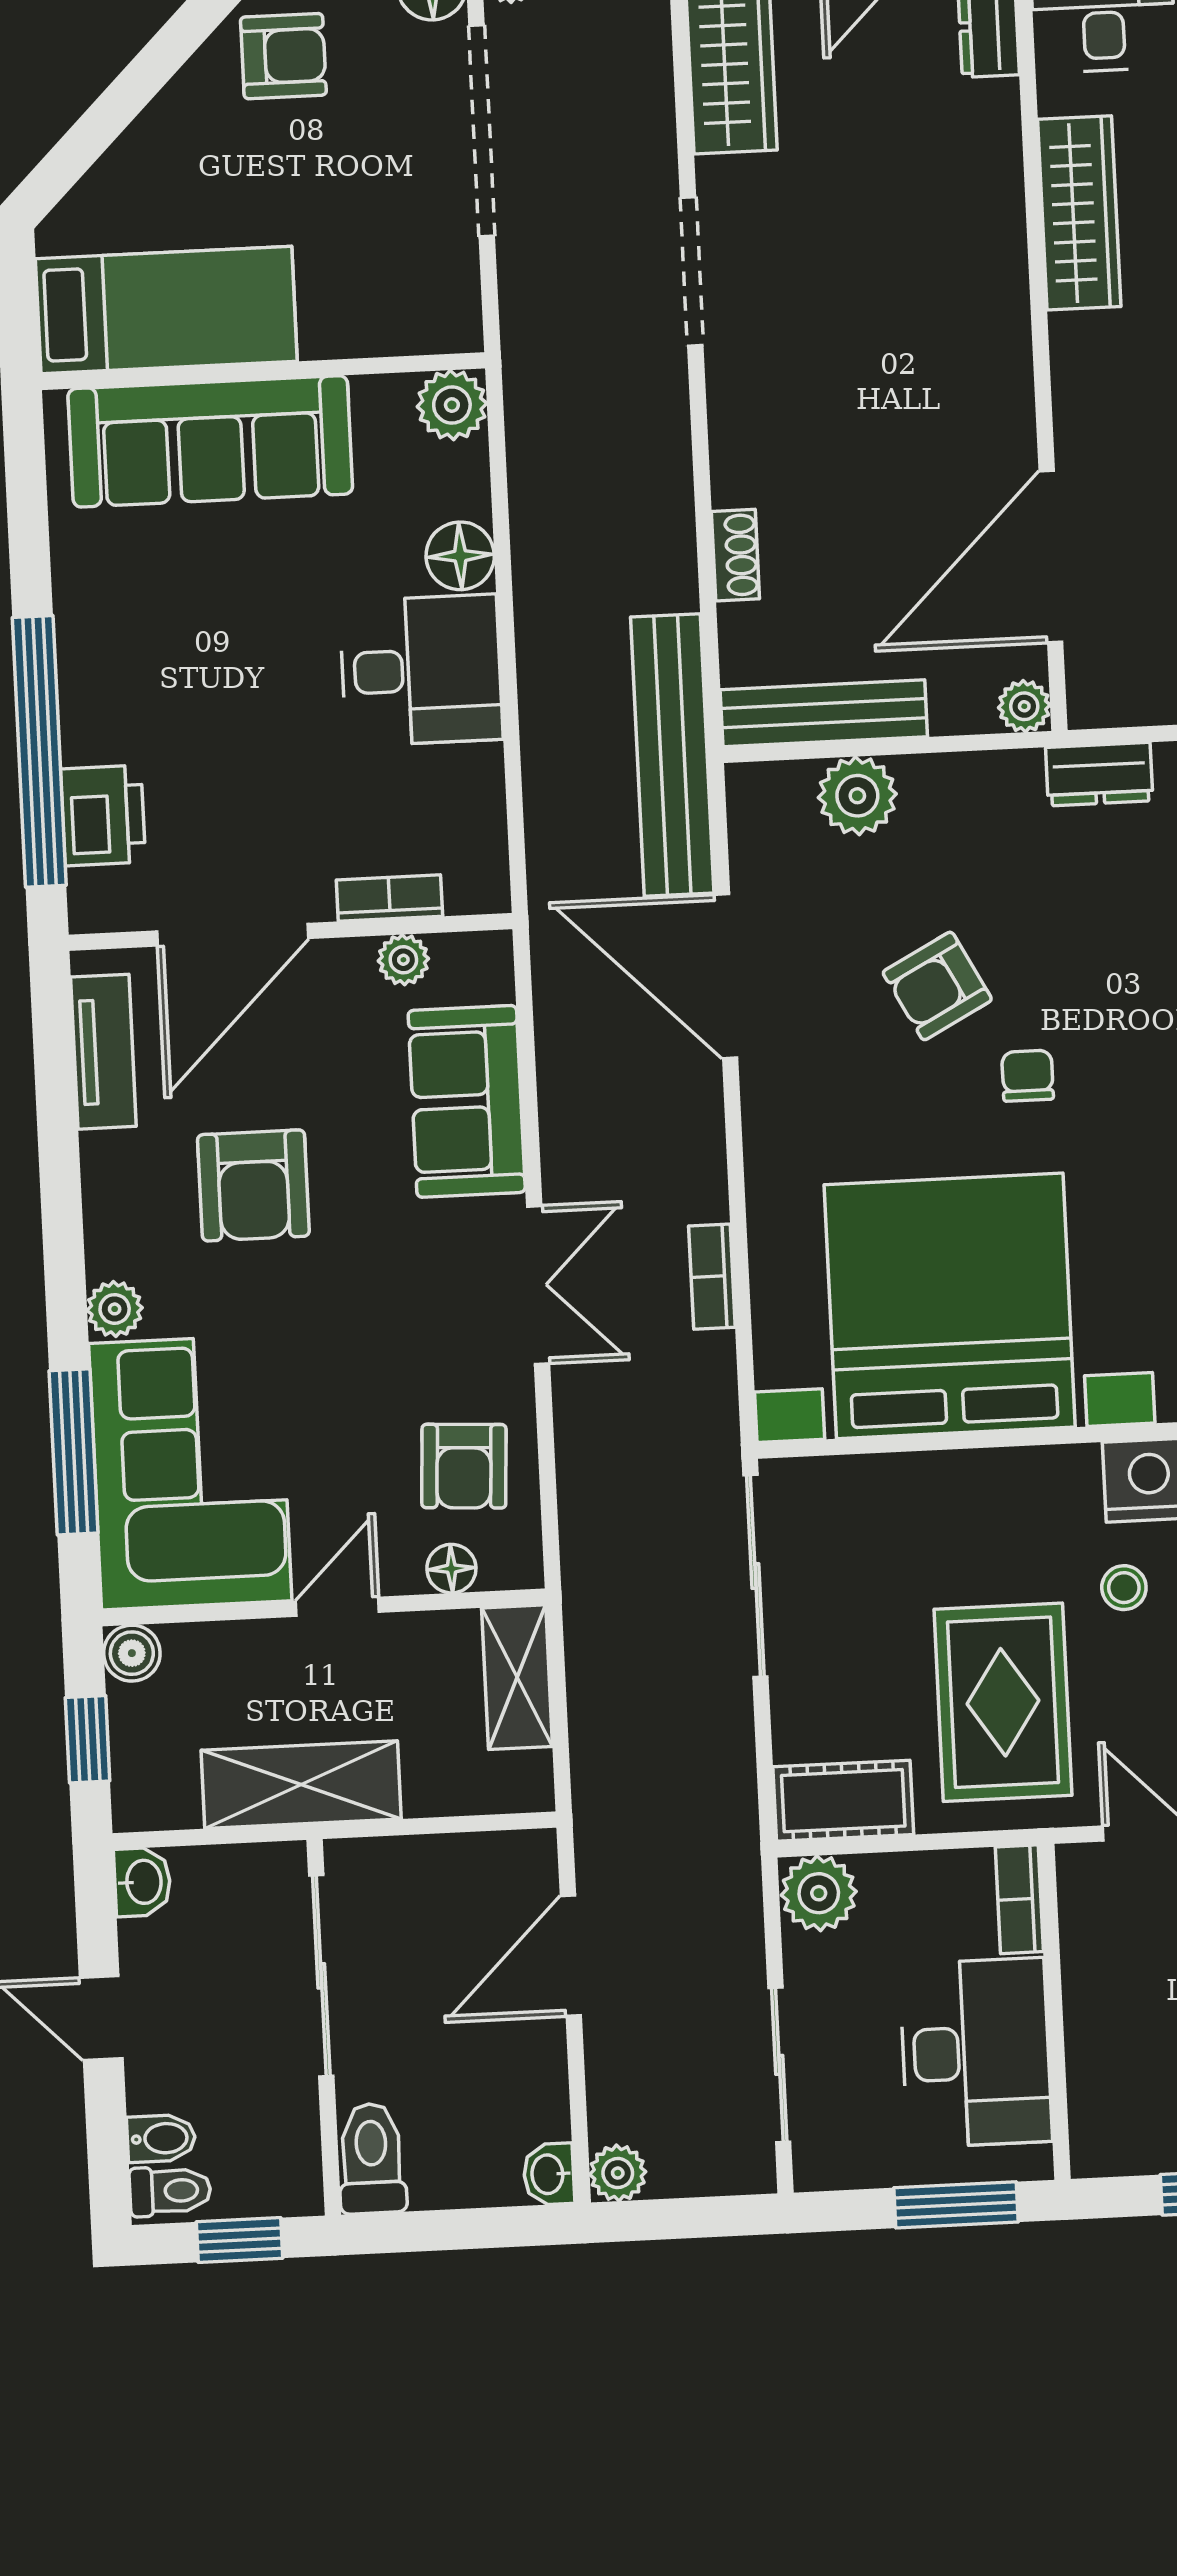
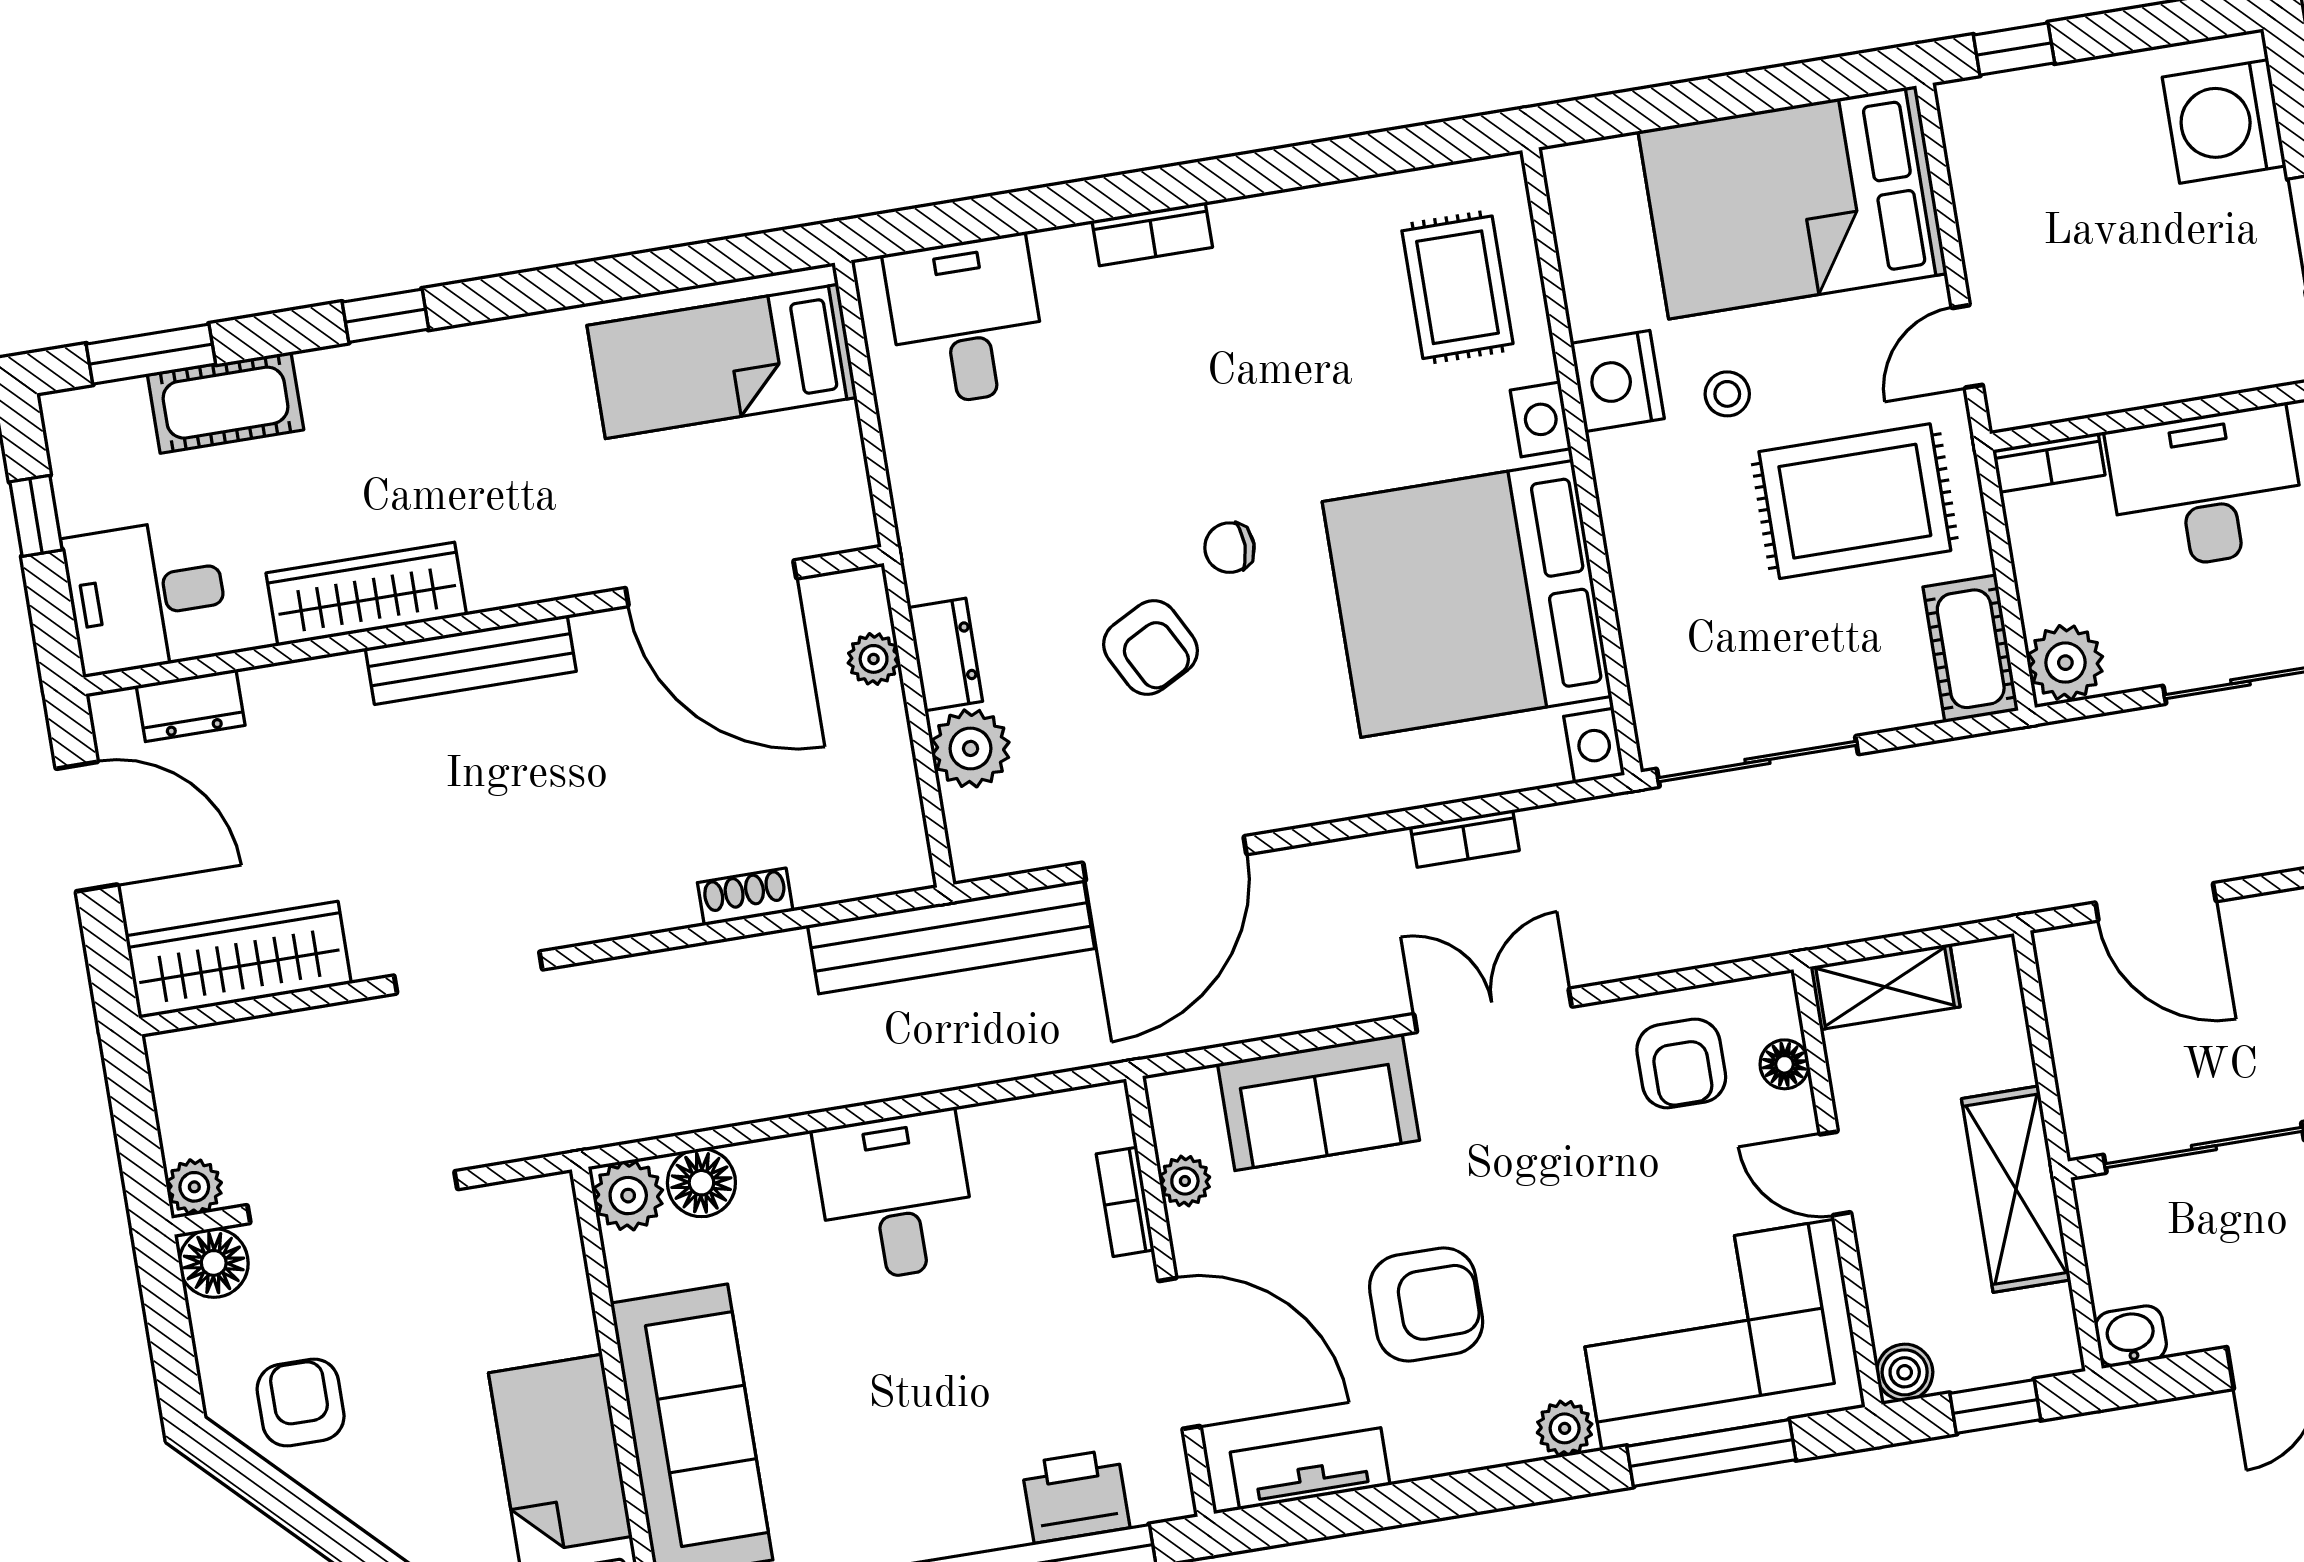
floor lamp: (460, 556) -> (701, 1183), moved
plant: (1024, 706) -> (874, 659), moved
bench: (824, 713) -> (471, 660), moved, turned 90
dresser: (1099, 774) -> (945, 654), moved
armchair: (464, 1466) -> (1681, 1063), turned 87

